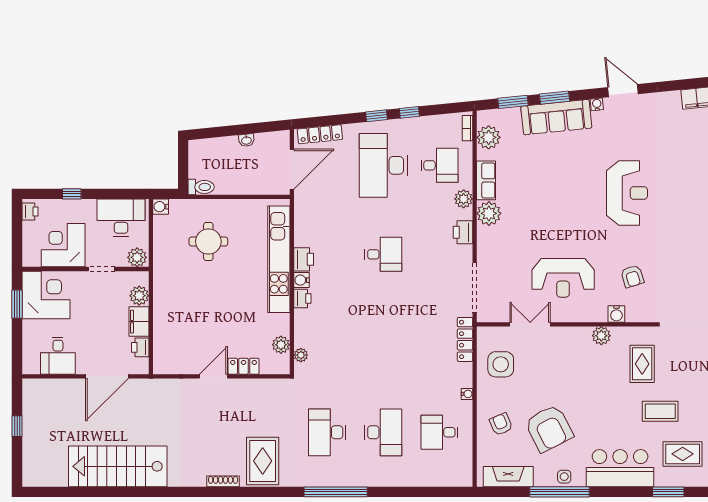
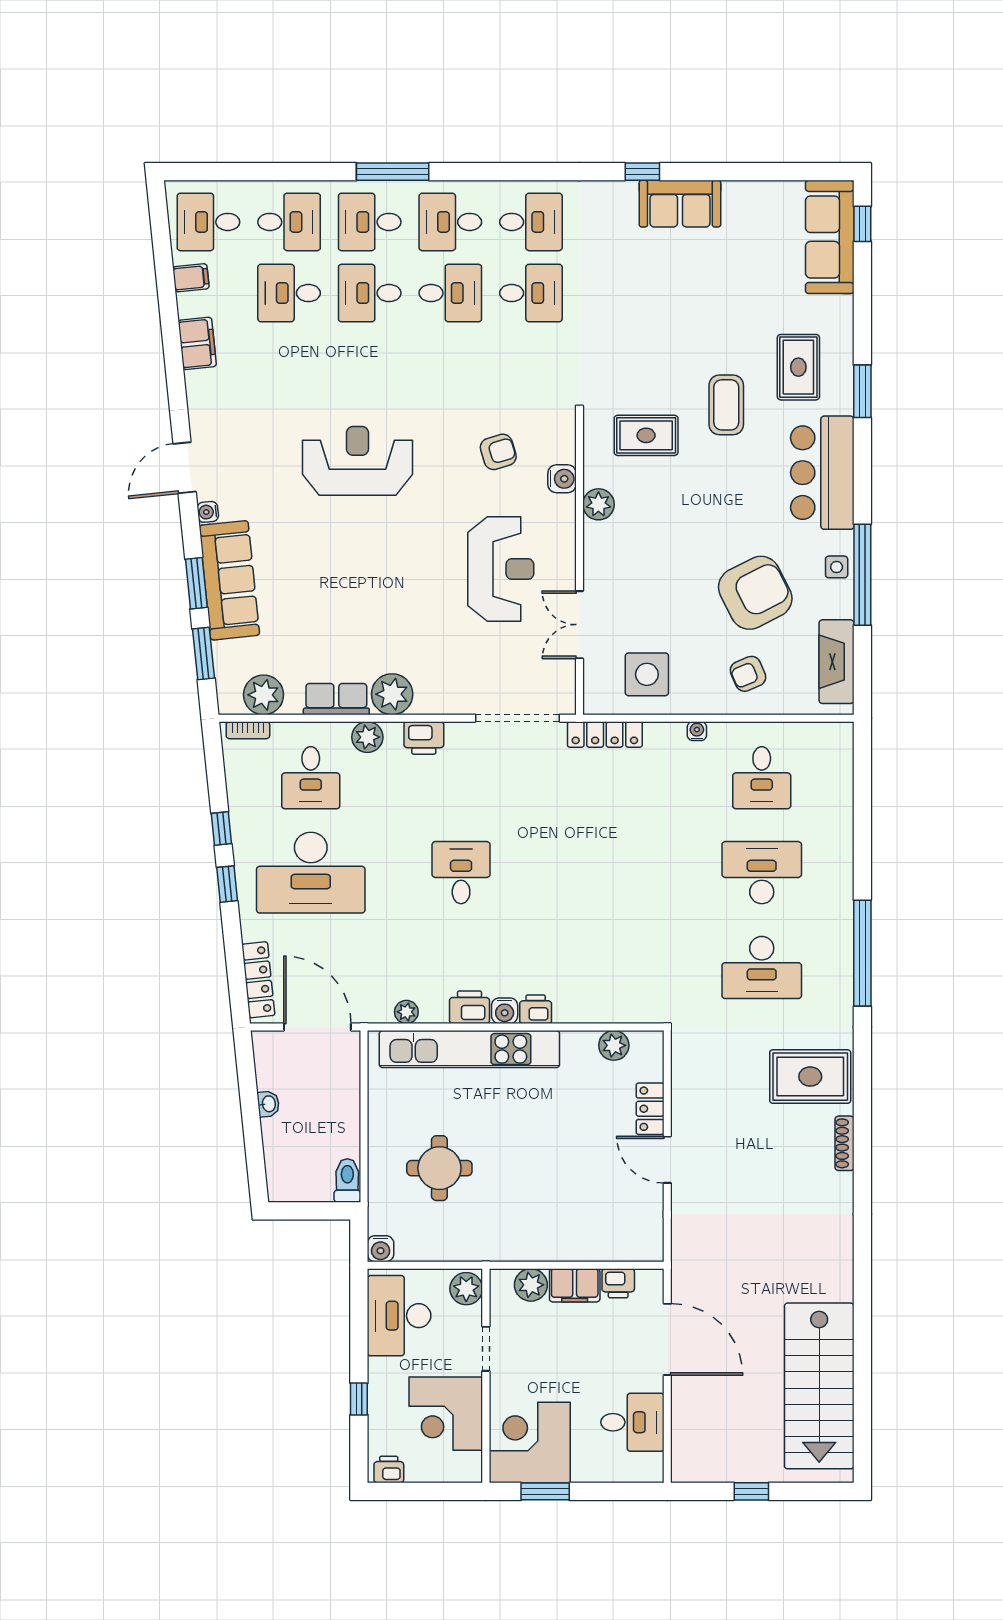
desk: (439, 165) -> (311, 778), turned 180
plant: (301, 355) -> (406, 1012), moved
stairs: (118, 466) -> (819, 1386), moved

